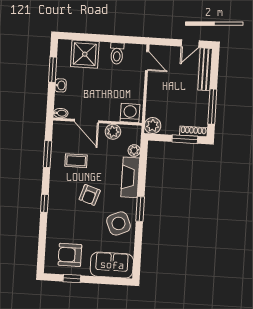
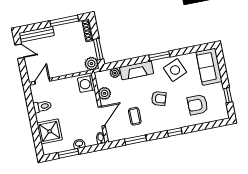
window: (185, 139) -> (98, 49), moved
armchair: (70, 255) -> (198, 105), moved, turned 90

